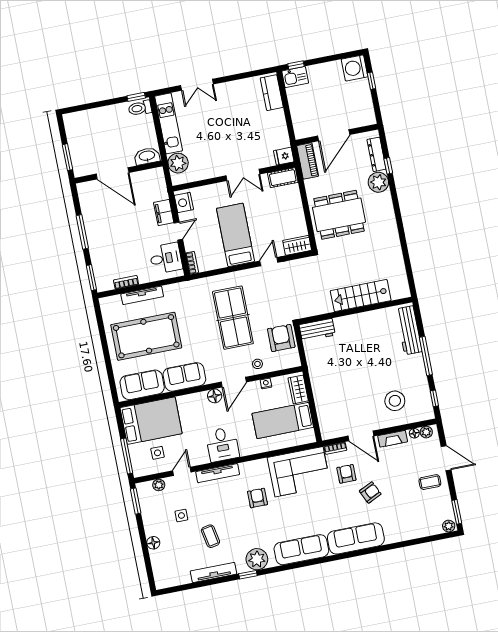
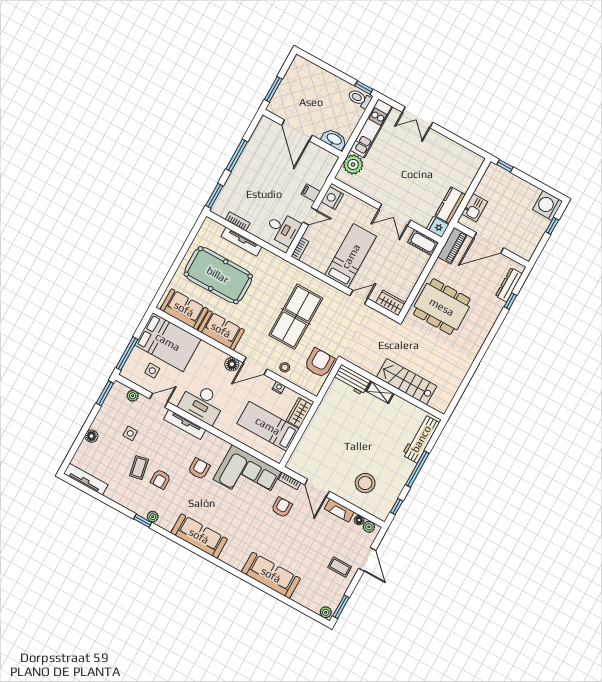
kitchen sink: (295, 77) -> (475, 208), moved, turned -90
kitchen counter: (272, 93) -> (450, 205), moved
plant: (378, 182) -> (492, 307), removed
filing cabinet: (164, 212) -> (311, 193), width x0.50
shelving: (347, 321) -> (380, 392), added
desk: (222, 444) -> (202, 403), width x1.37
armchair: (370, 492) -> (161, 479), moved, turned 115
sofa: (356, 538) -> (271, 575), moved
plant: (257, 559) -> (153, 517), width x0.53, depth x0.53
tv unit: (214, 572) -> (86, 479), moved

